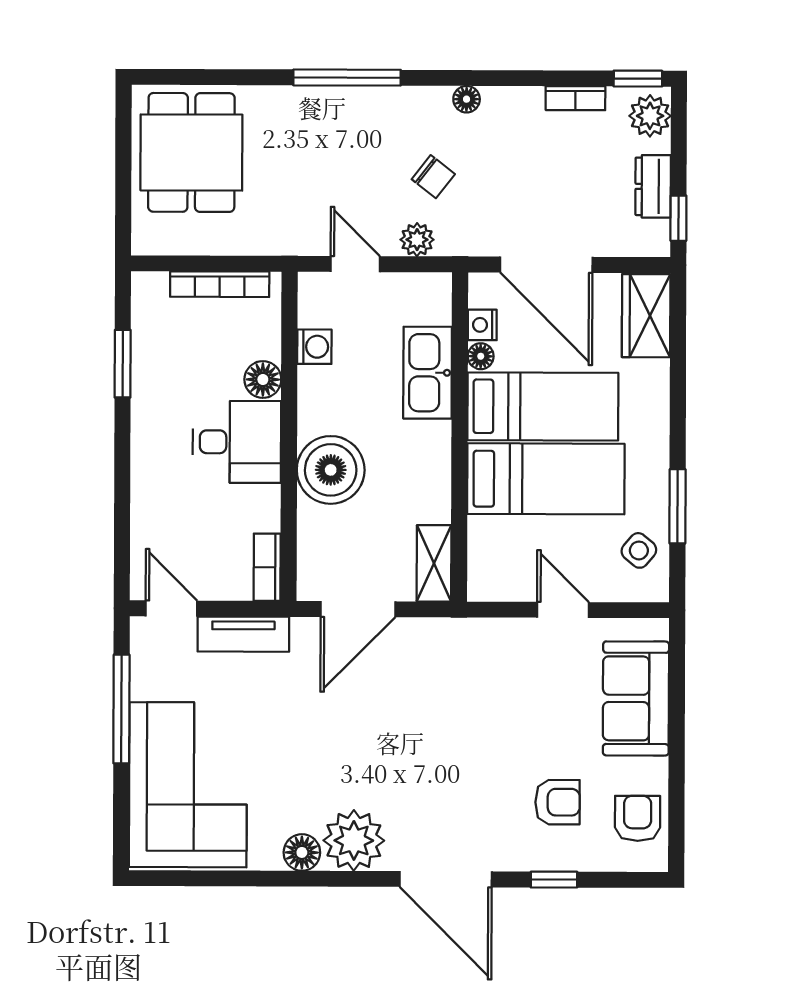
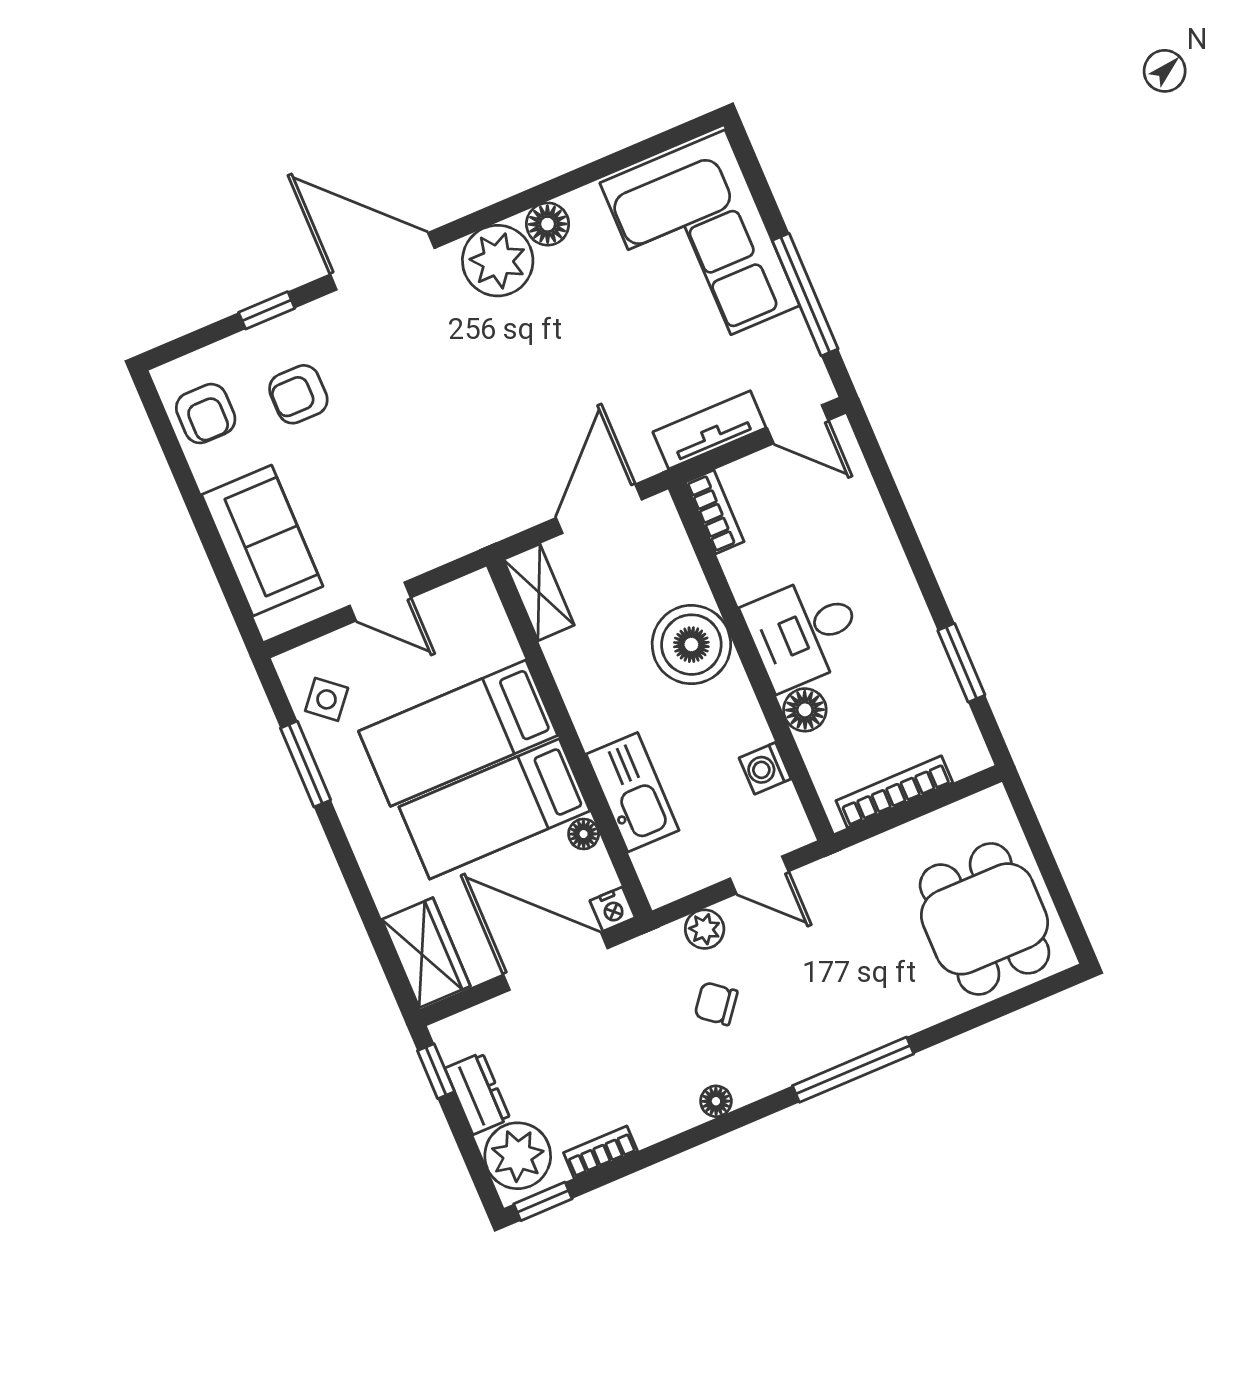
plant: (650, 116) -> (518, 1156), width x1.36, depth x1.36
nightstand: (482, 325) -> (613, 909), moved, turned 90

